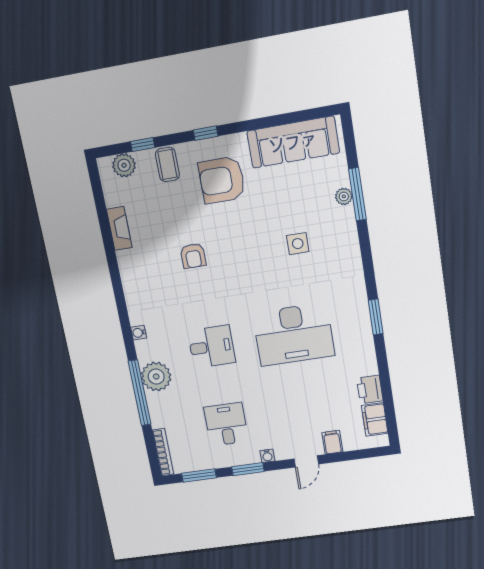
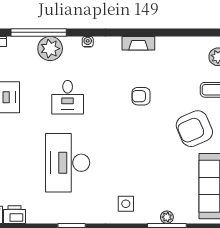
armchair: (222, 180) -> (194, 129), turned -113
fireplace: (119, 228) -> (138, 43), moved
side table: (298, 244) -> (126, 204), moved

